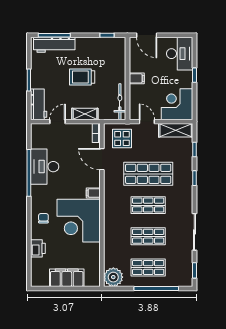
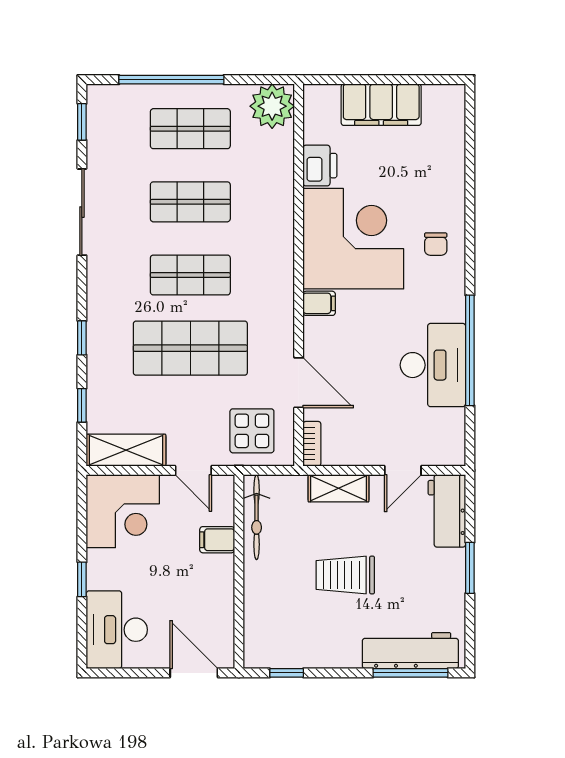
trolley: (82, 77) -> (345, 575), turned 180
filing cabinet: (137, 78) -> (217, 540), moved
printer: (38, 248) -> (320, 166), moved, turned 180

